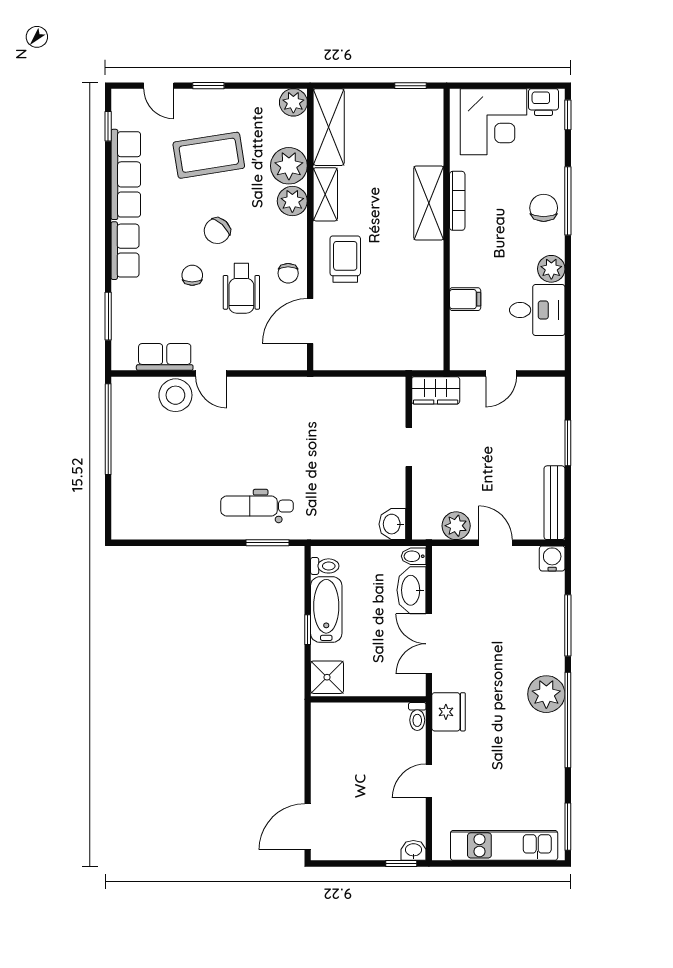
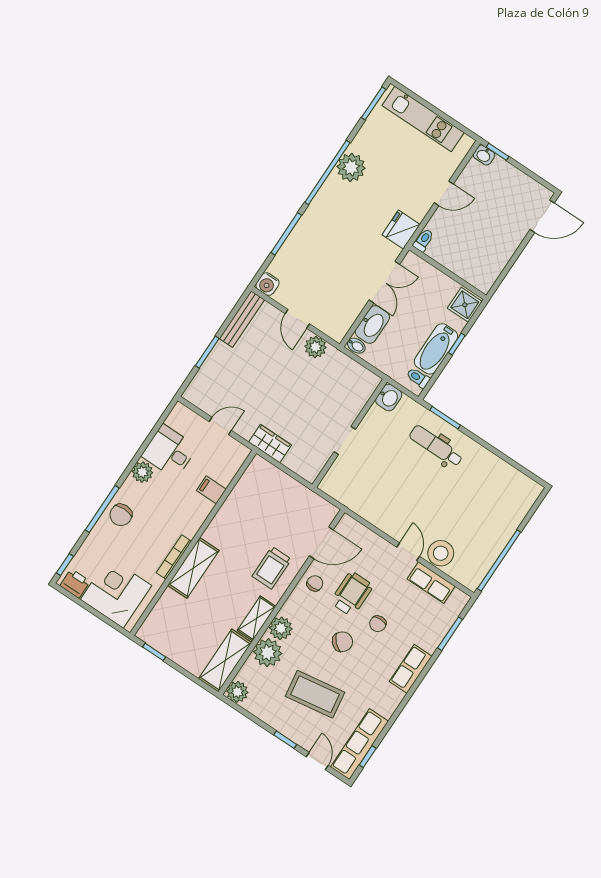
row of seats: (126, 174) -> (360, 744), moved
doorway: (409, 447) -> (345, 440), moved
wall: (409, 458) -> (350, 433), moved
dental chair: (257, 506) -> (436, 446), turned 180
washbasin: (392, 524) -> (389, 398), moved
plant: (546, 694) -> (351, 167), moved

